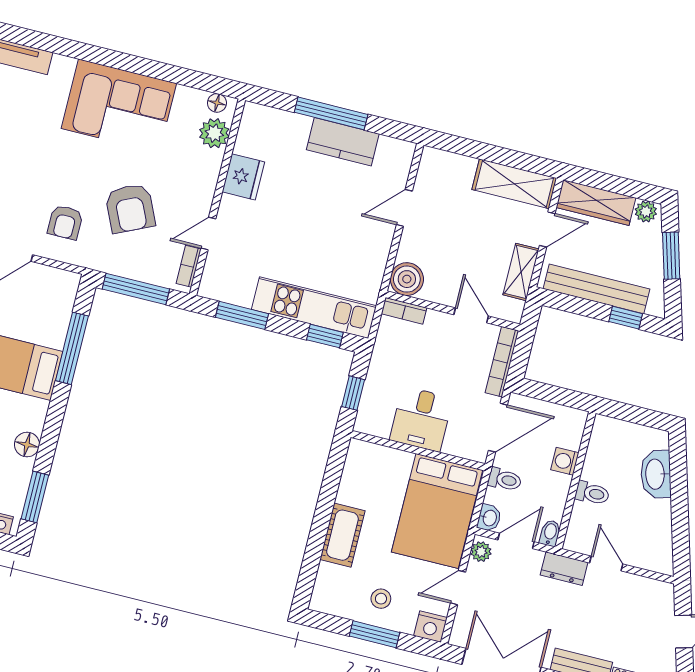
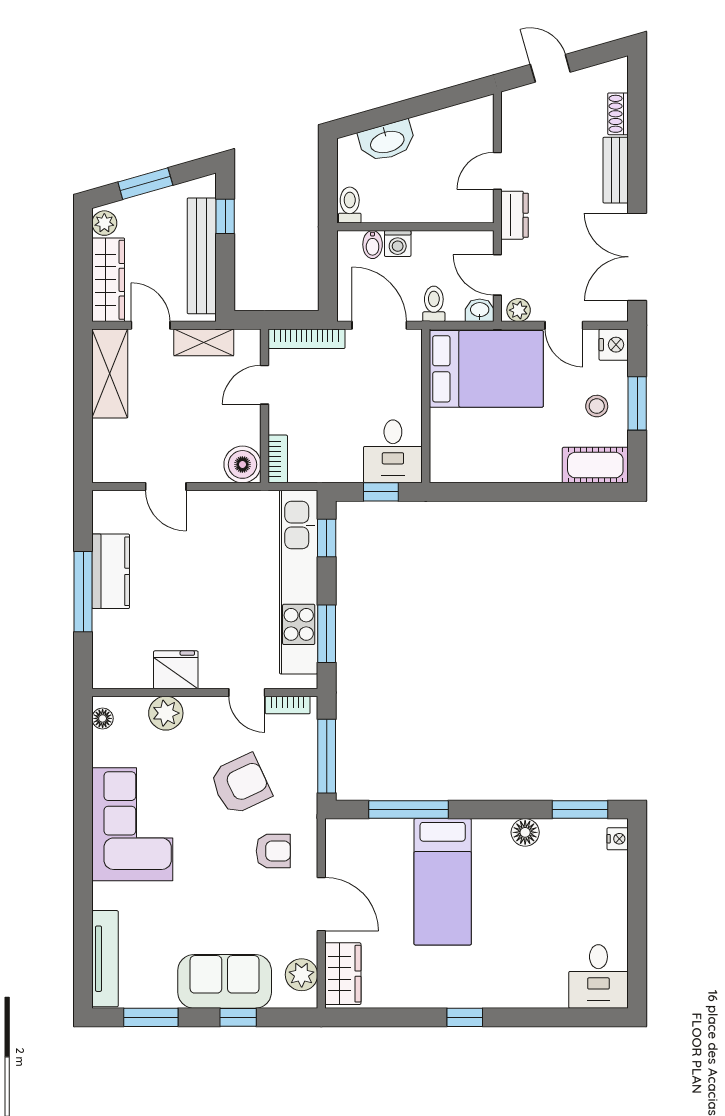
plant: (214, 133) -> (166, 713), moved
kitchen unit: (314, 308) -> (299, 582), width x1.36
desk: (421, 419) -> (393, 451), moved, turned 90
toilet: (592, 493) -> (350, 205), moved
bidet: (550, 533) -> (373, 245), moved, turned -90
cot: (342, 535) -> (595, 465), moved

